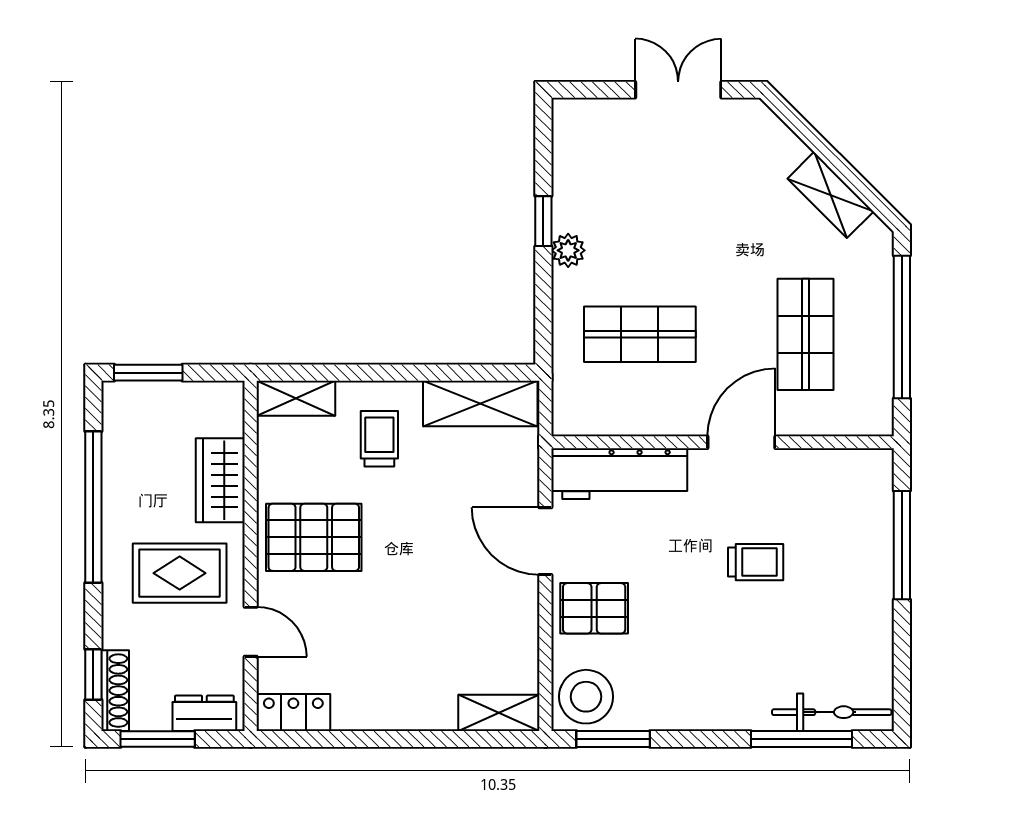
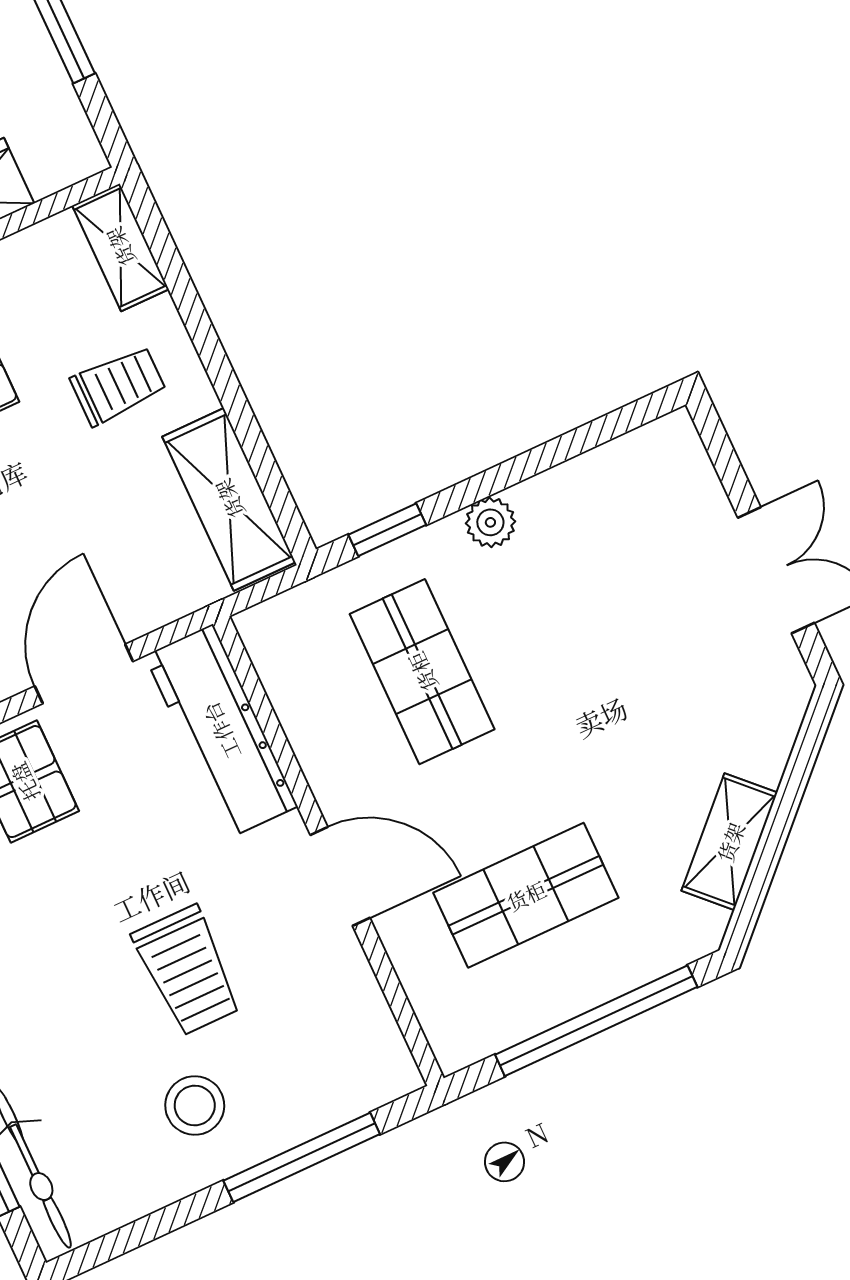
window: (543, 221) -> (387, 530), moved
trolley: (756, 562) -> (187, 971), width x1.36, depth x1.39
stool: (840, 596) -> (195, 1106), added

